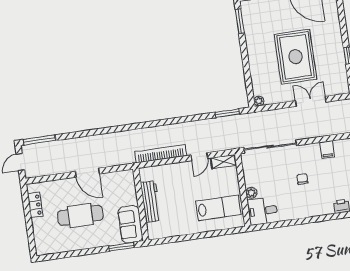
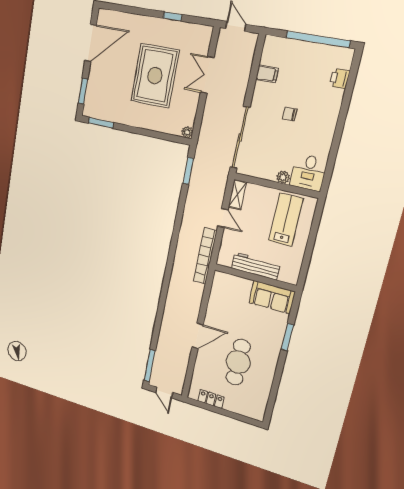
rug: (295, 57) -> (155, 76), turned 90
workbench: (151, 201) -> (256, 266), moved
wall: (141, 205) -> (255, 278), moved
sofa: (130, 224) -> (272, 297), moved

